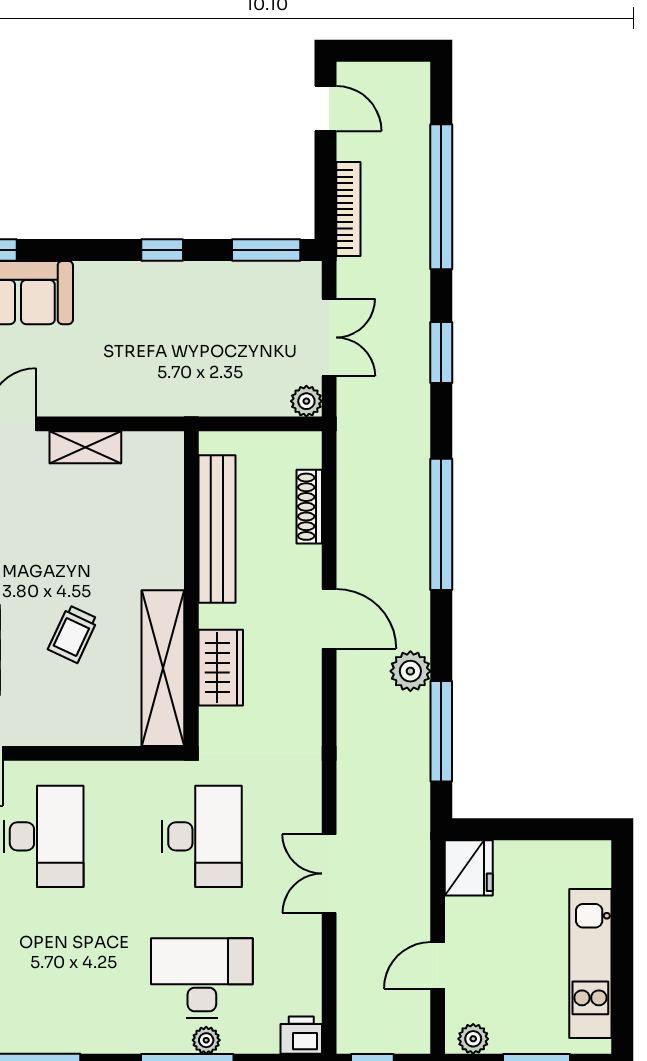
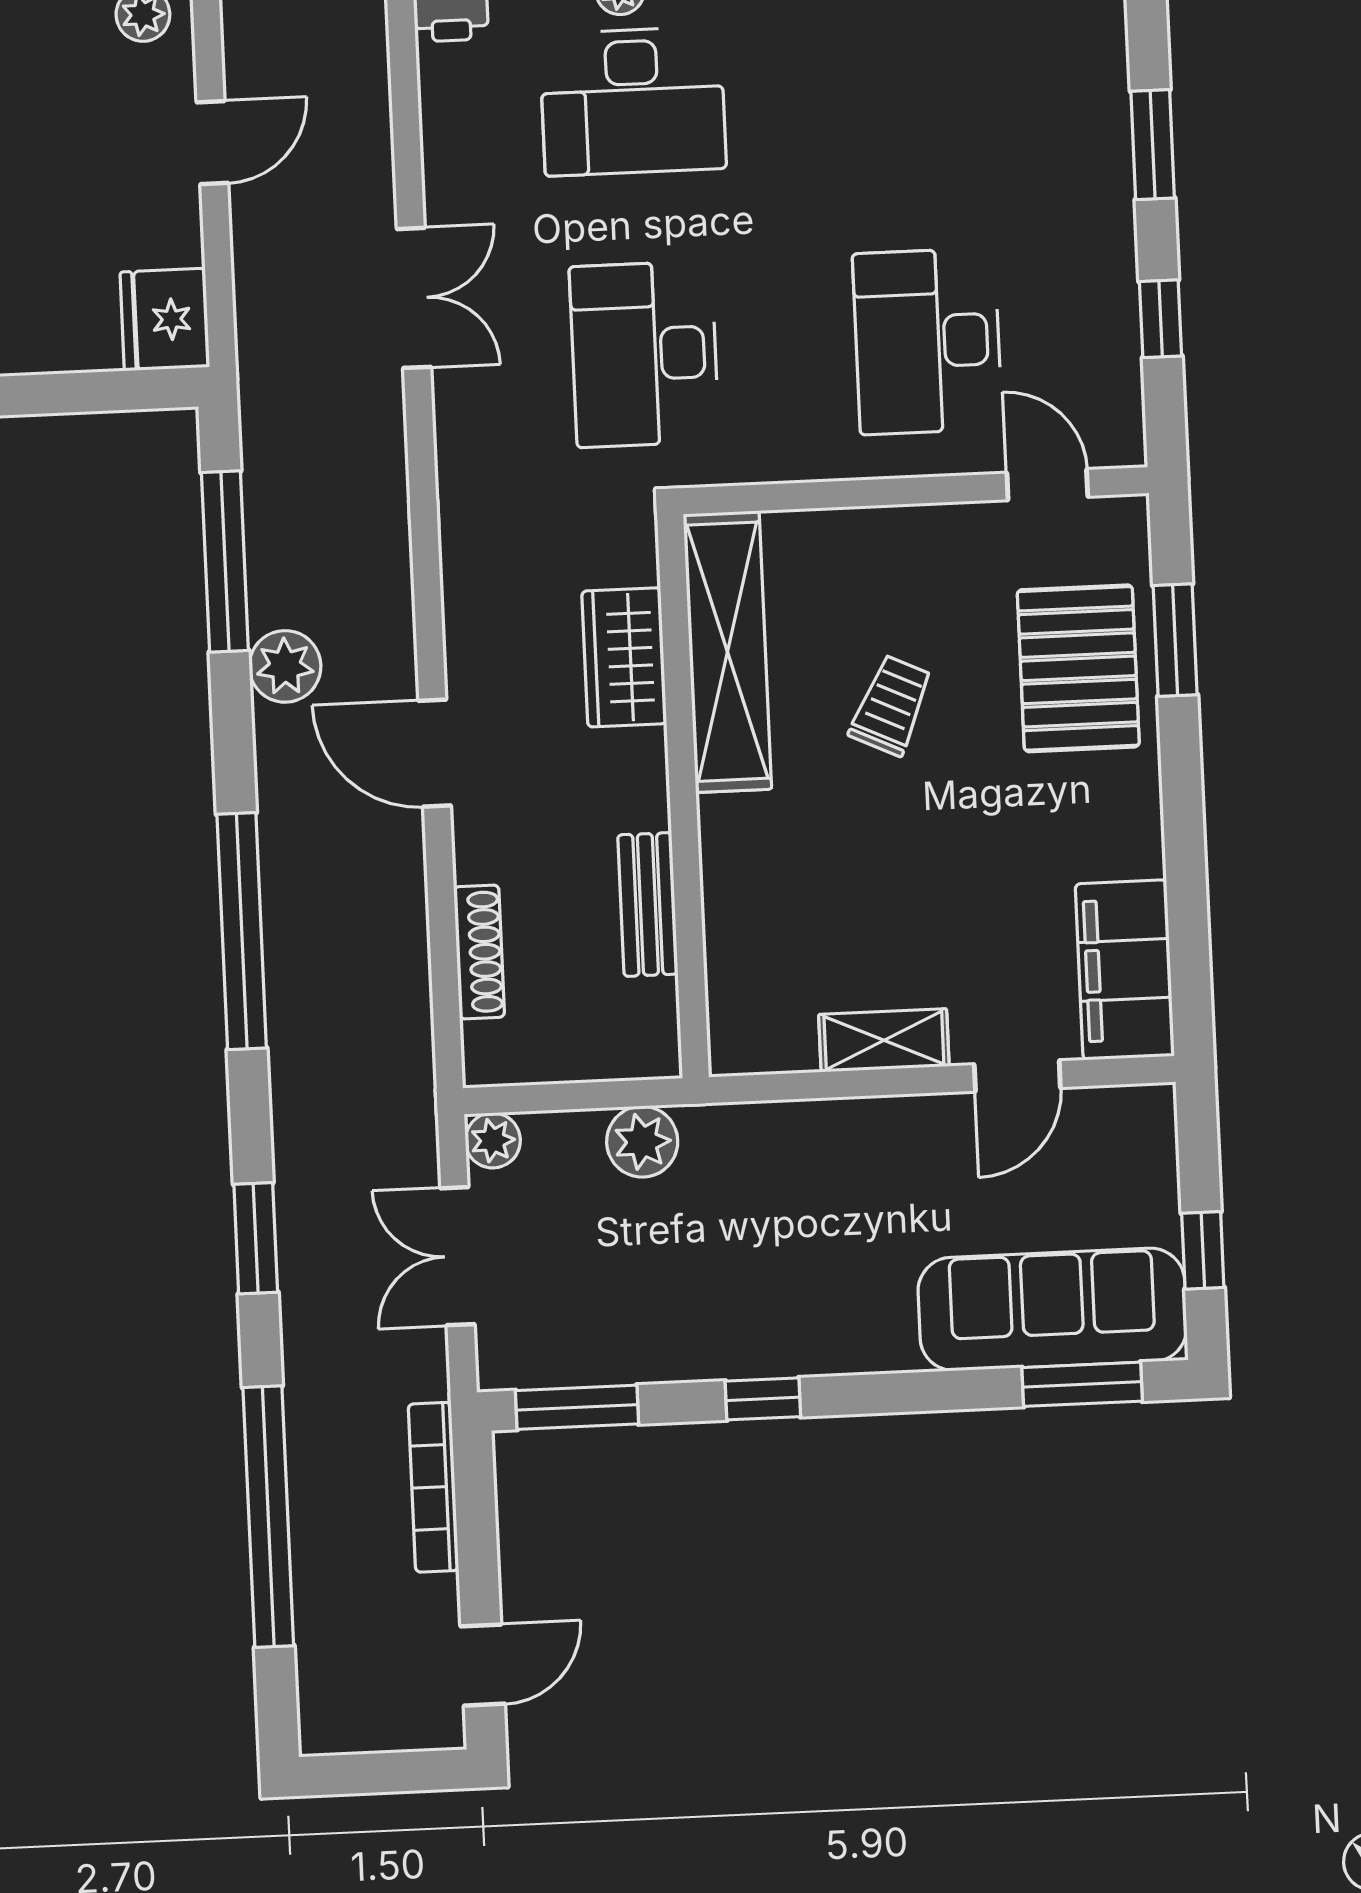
door: (325, 108) -> (483, 1665), swing flipped
plant: (223, 397) -> (642, 1142), added
bench: (217, 529) -> (648, 904), width x0.54, depth x0.82

